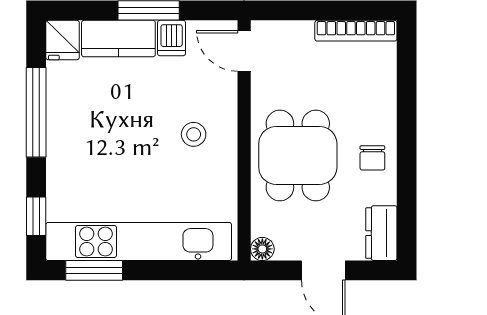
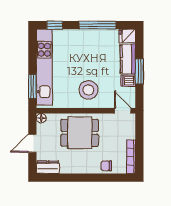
door: (244, 51) -> (123, 111), hinge flipped
stool: (194, 134) -> (88, 90), width x1.89, depth x1.89
chair: (372, 158) -> (106, 166), moved
window: (94, 270) -> (32, 86), moved

